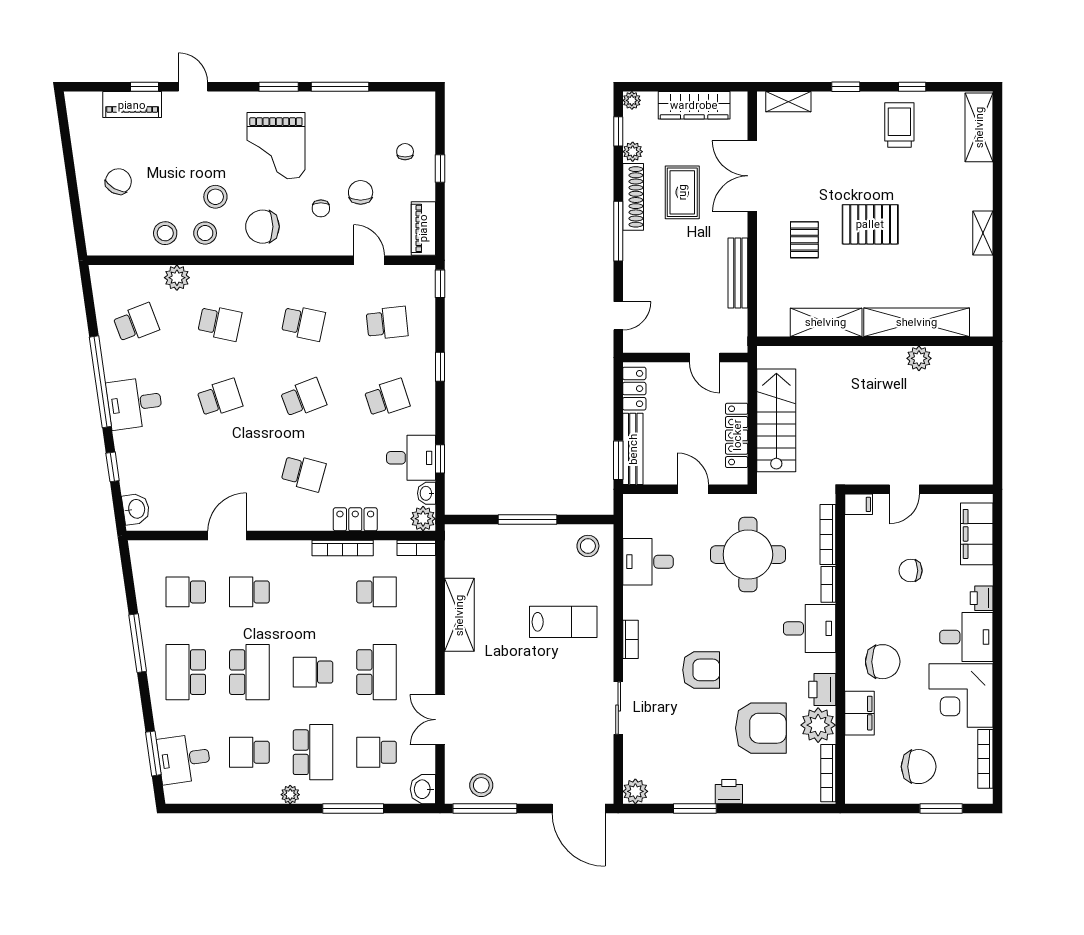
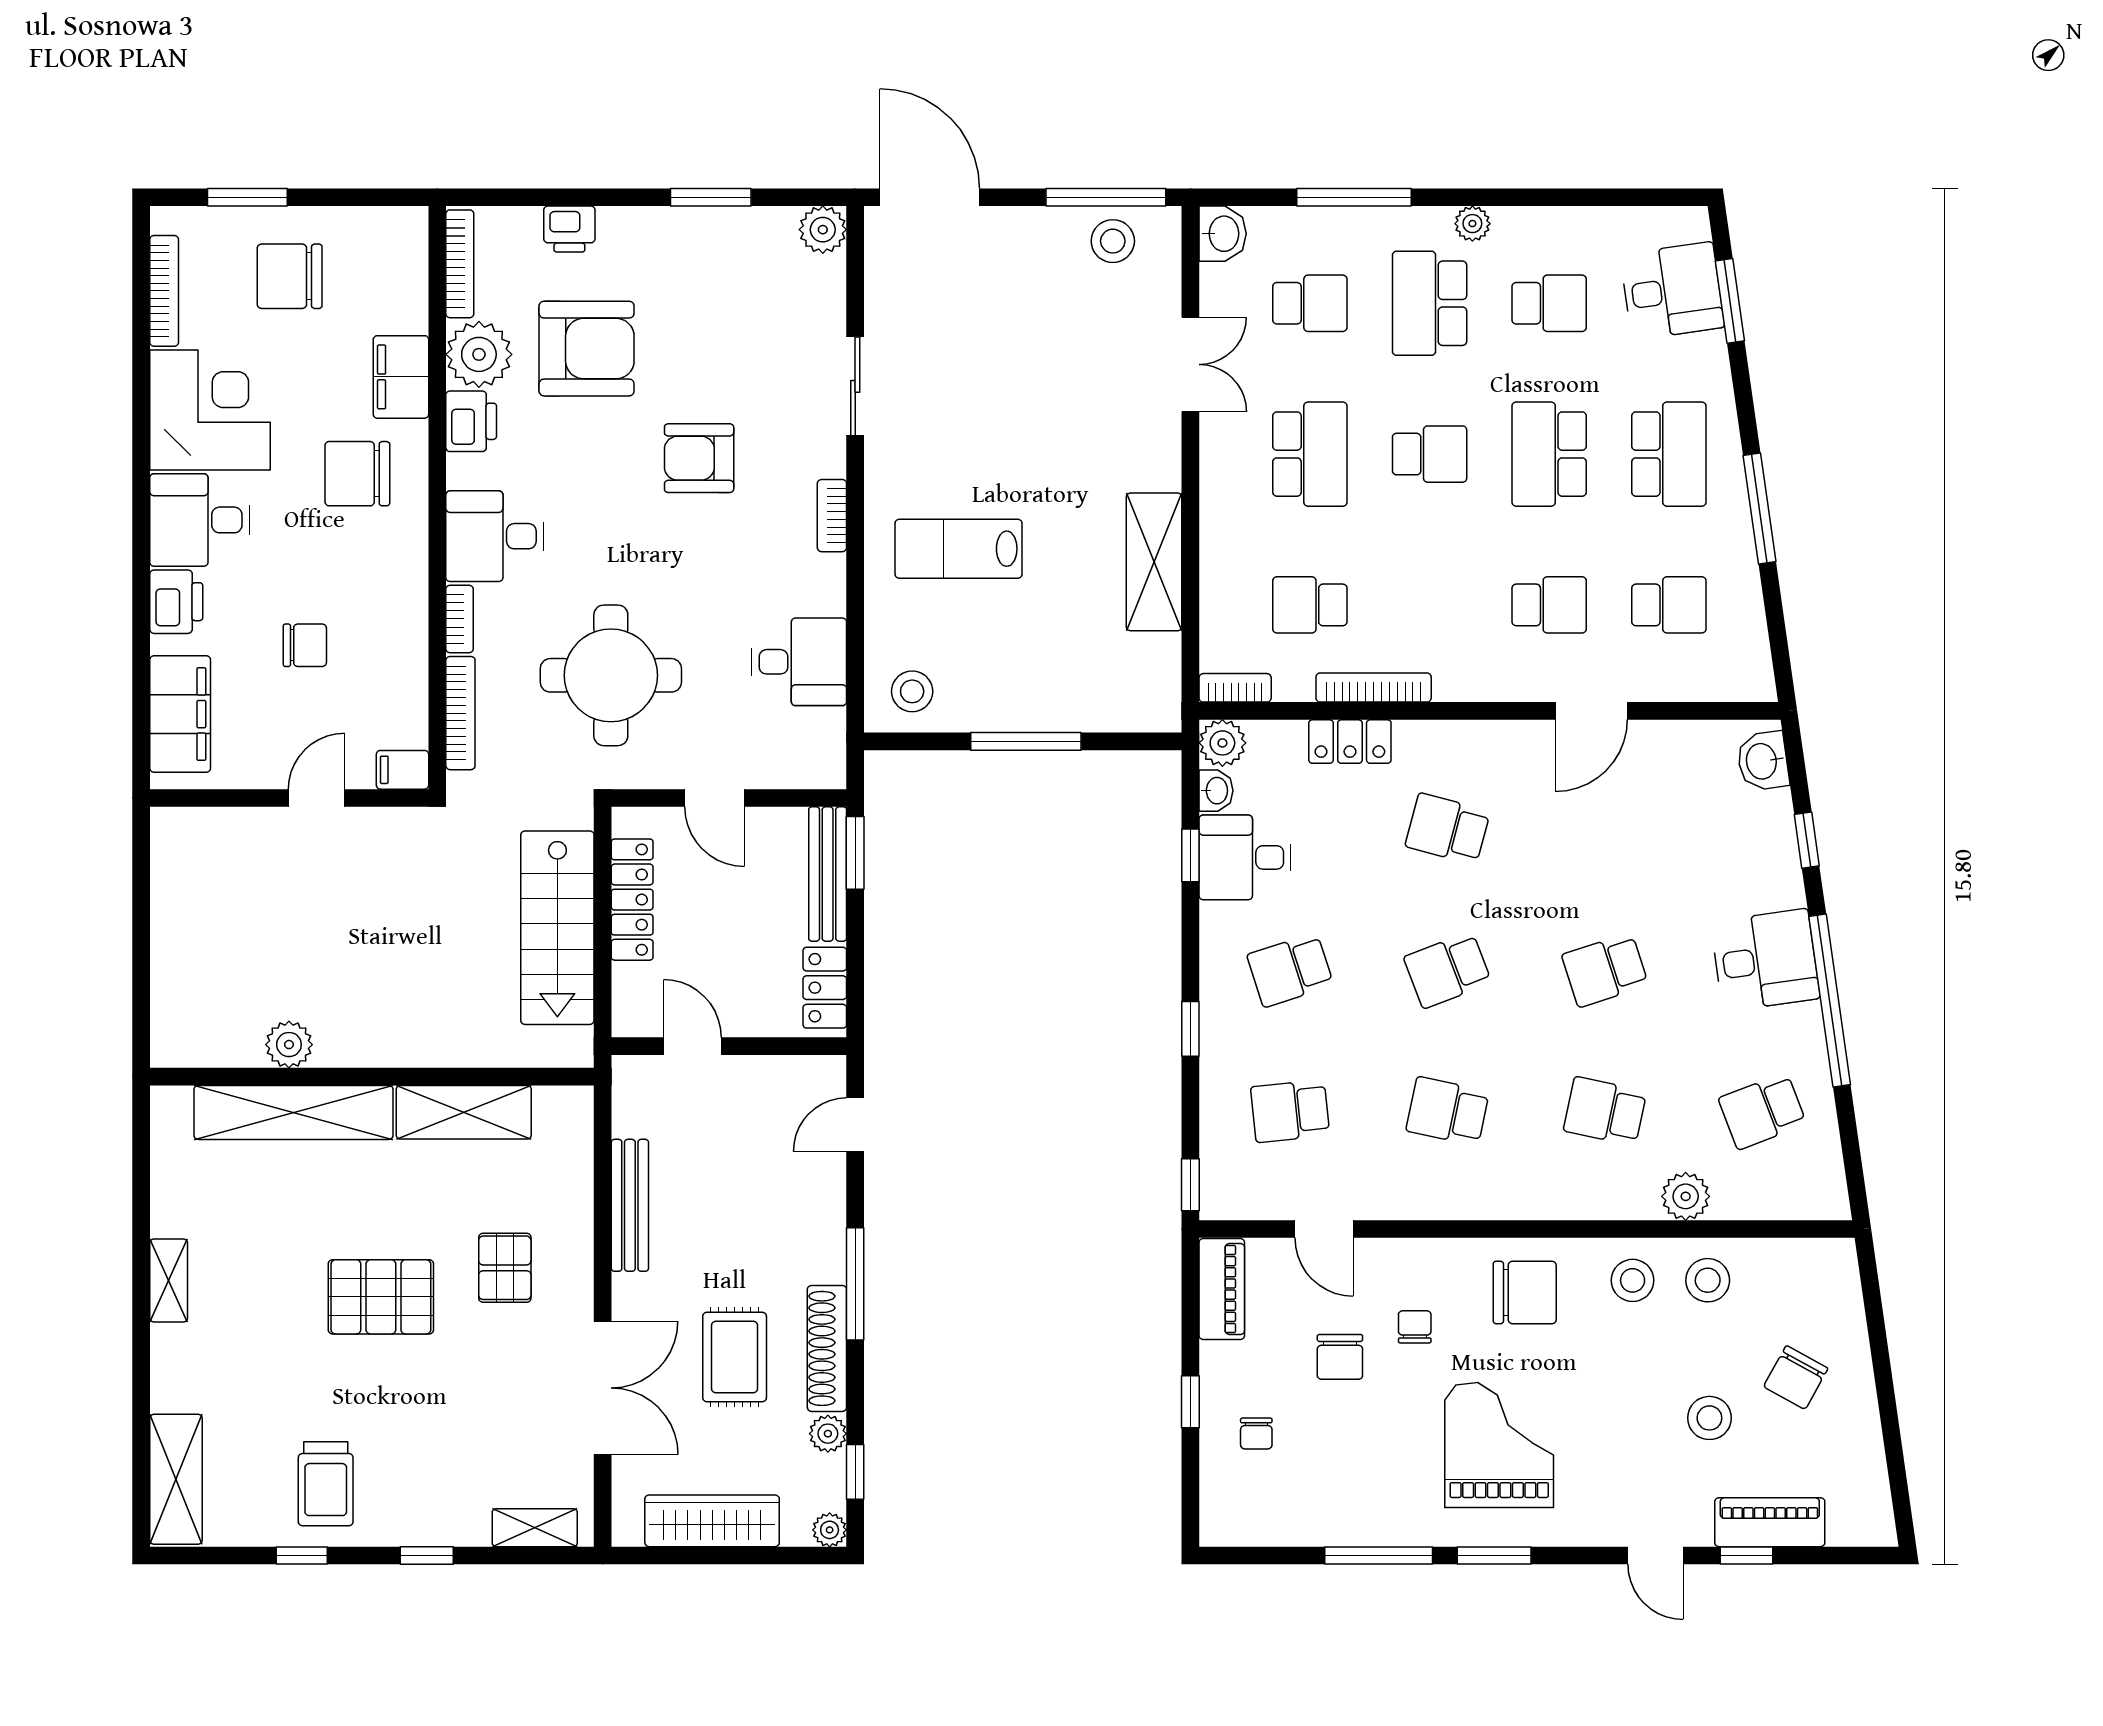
stool: (215, 197) -> (1709, 1418), moved
printer: (982, 598) -> (176, 602), width x1.36, depth x1.24
school desk: (377, 672) -> (1310, 454), turned 180
armchair: (761, 728) -> (587, 349), turned 180
printer: (729, 792) -> (569, 229), moved

